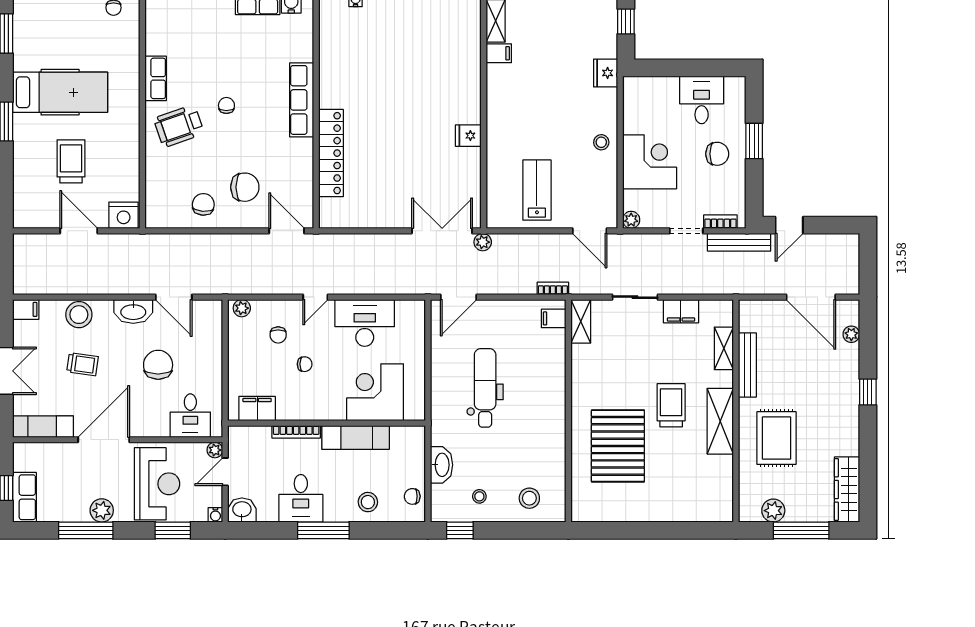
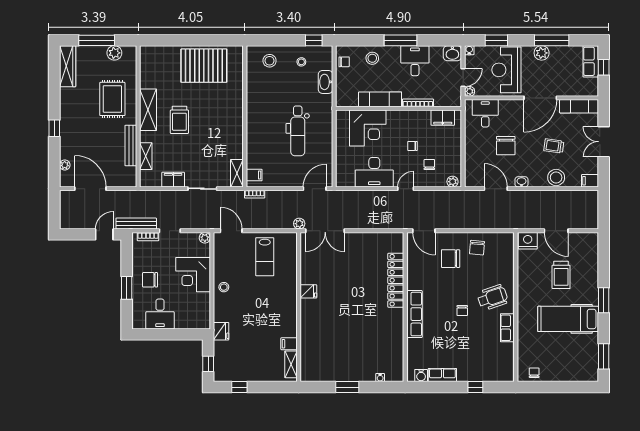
washbasin: (133, 311) -> (522, 182), width x0.52, depth x0.69
pallet: (618, 446) -> (204, 66), moved, turned 90

